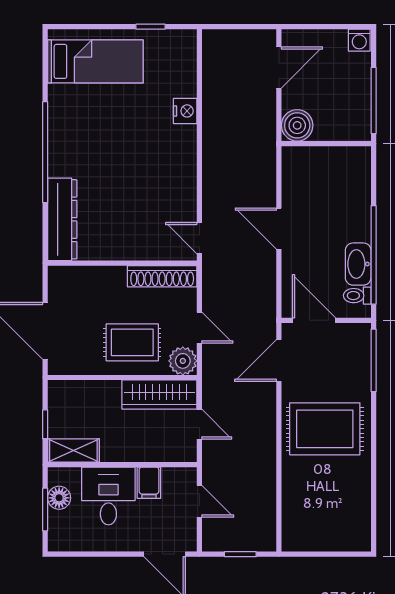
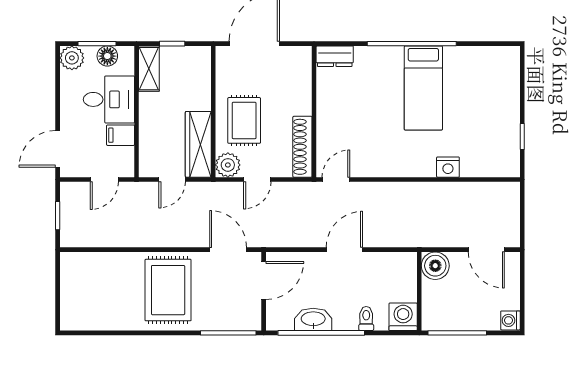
bed: (95, 61) -> (423, 88), moved
washing machine: (355, 162) -> (403, 317), added
dresser: (62, 219) -> (335, 56), width x0.51, depth x0.80
toilet: (357, 296) -> (366, 319), moved
plant: (61, 538) -> (72, 58), added

